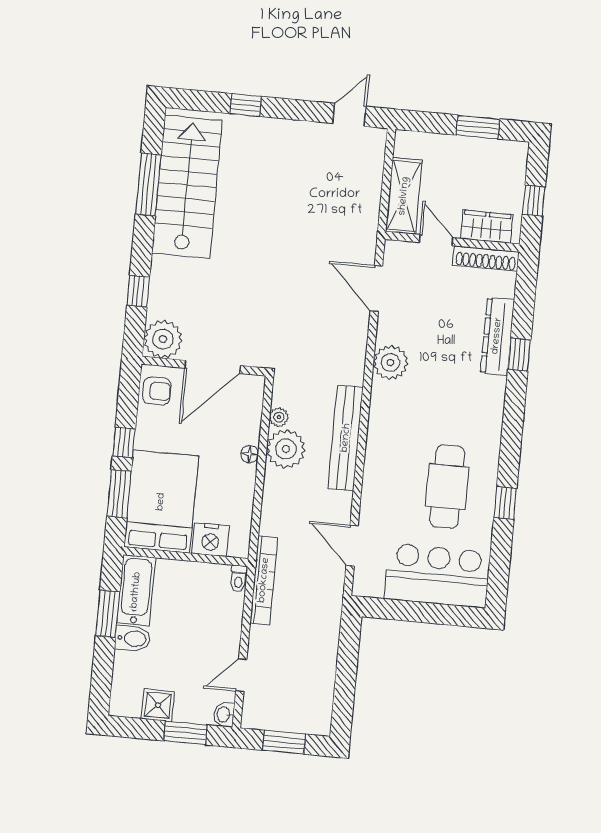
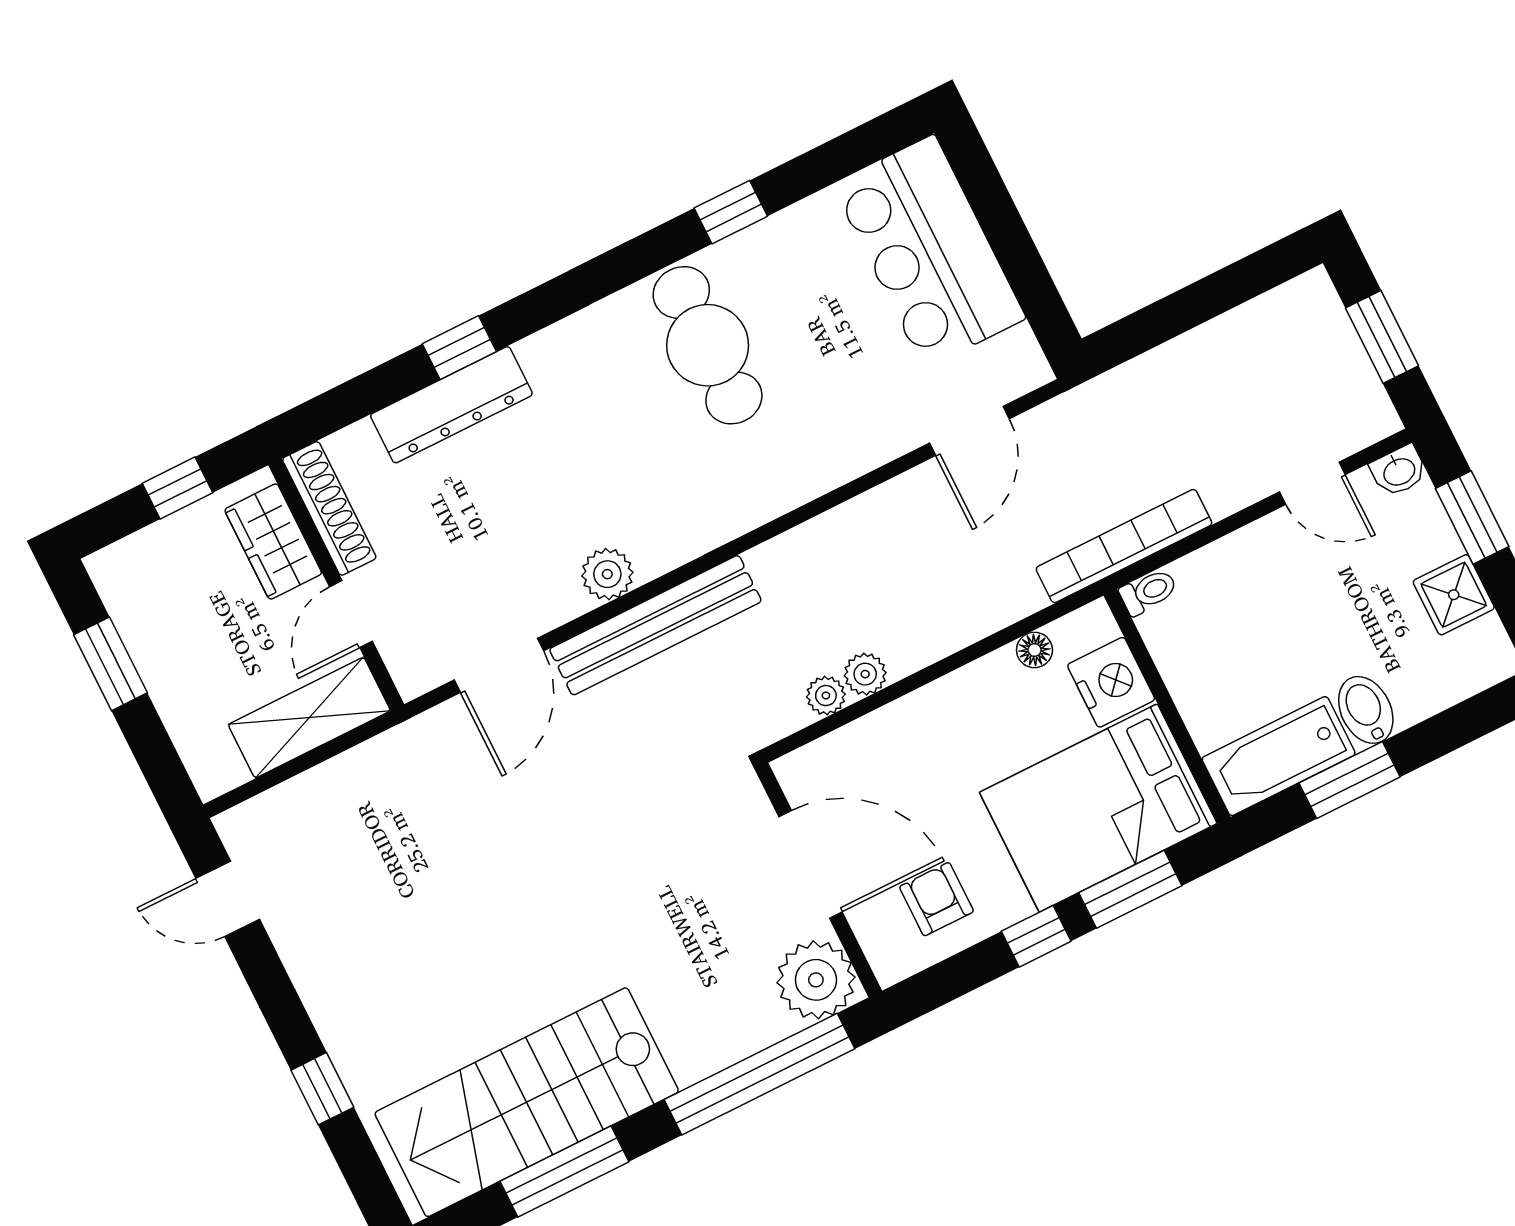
window: (138, 291) -> (760, 1074), width x3.17
plant: (390, 363) -> (607, 574), width x0.73, depth x0.73
armchair: (157, 391) -> (936, 899), moved
bench: (346, 438) -> (655, 625), moved
plant: (286, 449) -> (865, 674), width x0.53, depth x0.53
floor lamp: (250, 454) -> (1034, 650), moved
cafe table: (447, 487) -> (708, 345), moved, turned 90

